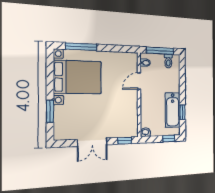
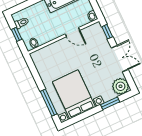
window: (160, 51) -> (17, 34), width x0.46
door: (139, 81) -> (72, 32), moved
plant: (63, 131) -> (120, 86), added

